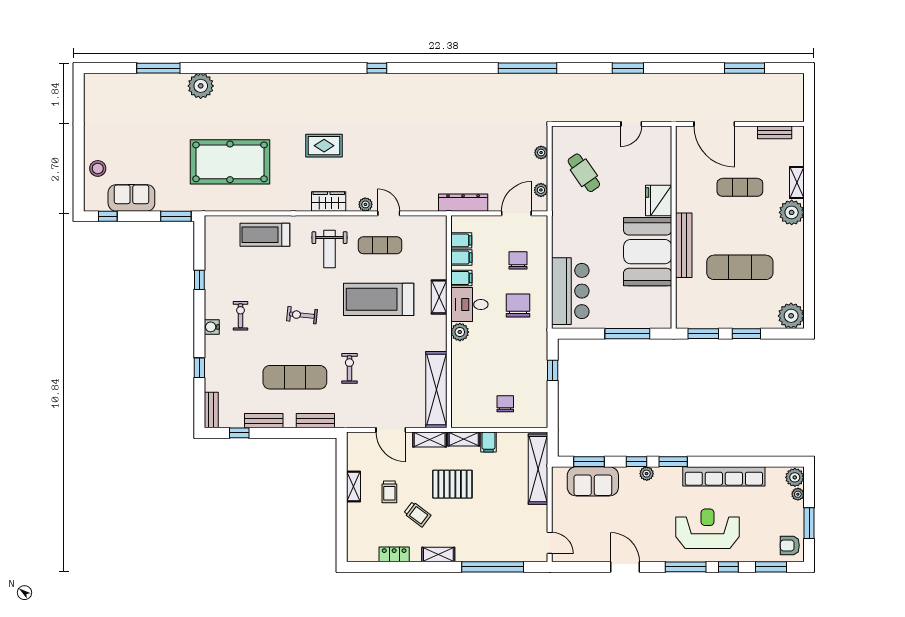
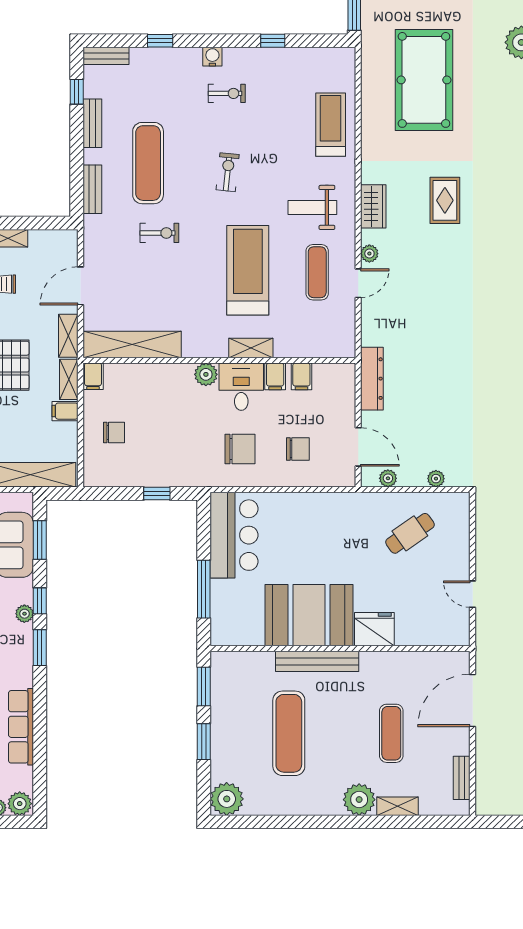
filing cabinet: (461, 240) -> (93, 376), moved
bar counter: (570, 291) -> (234, 535), moved, turned -90
row of seats: (724, 476) -> (21, 727), width x0.73

